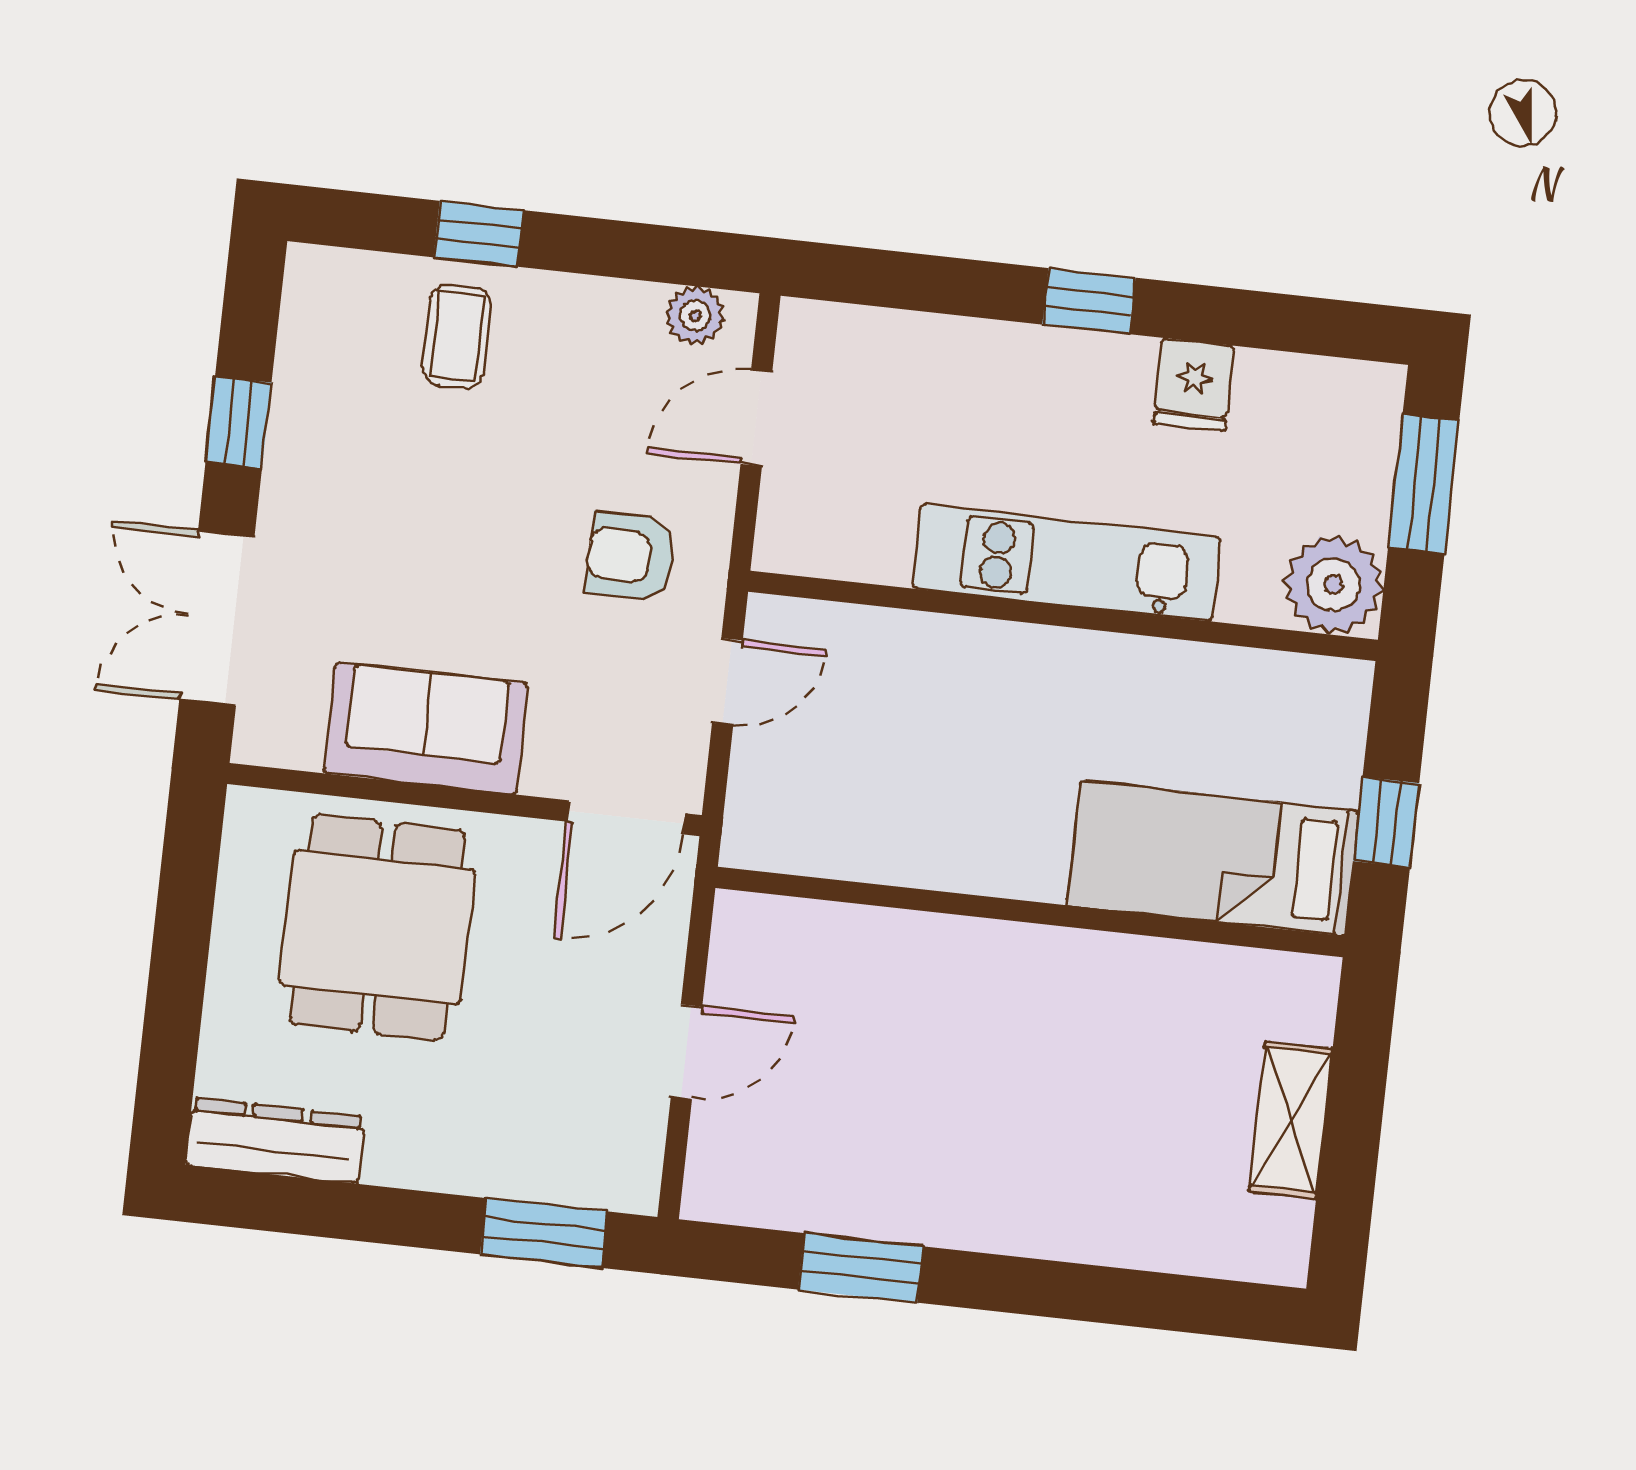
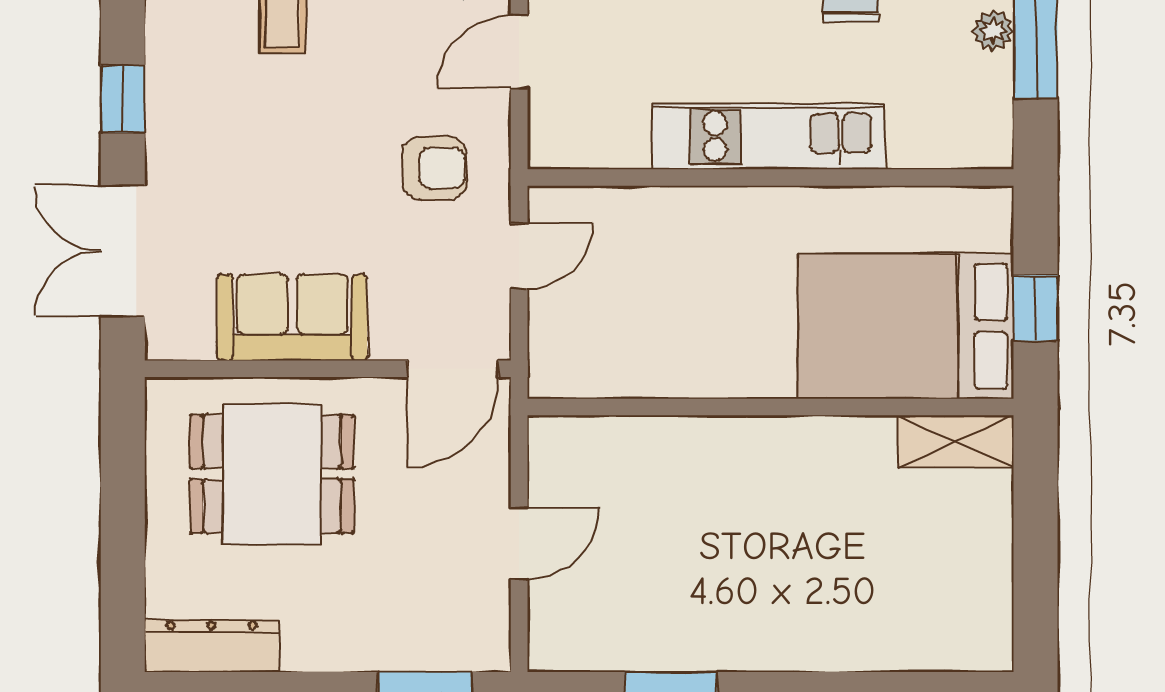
armchair: (631, 556) -> (434, 168), turned 180
plant: (1333, 584) -> (993, 31), moved, width x0.53, depth x0.53
bed: (1213, 858) -> (906, 326), width x1.50
dining table: (378, 927) -> (272, 474), turned 90
shelving: (1291, 1120) -> (956, 441), moved, turned 90

